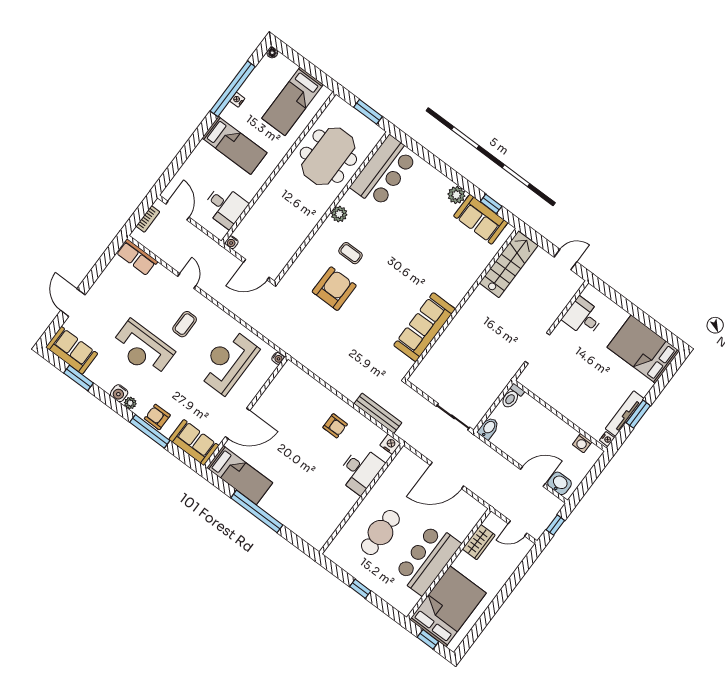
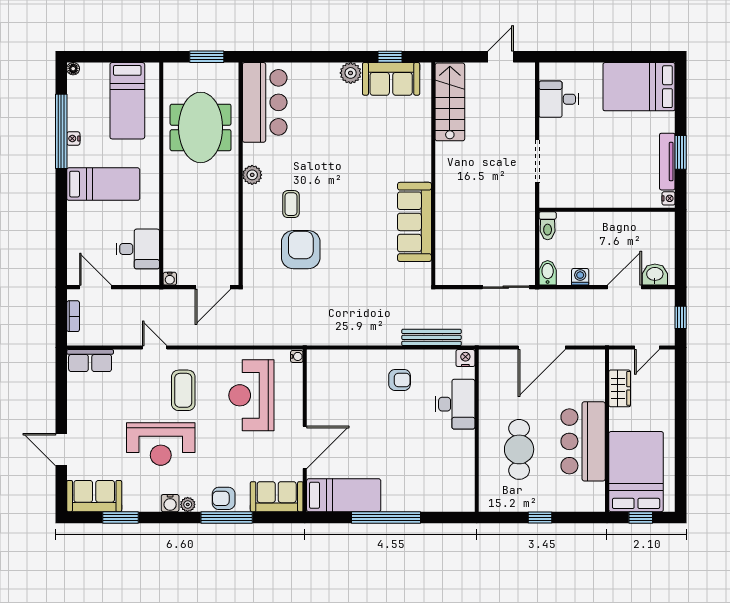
coffee table: (351, 253) -> (291, 204), turned 90
coffee table: (185, 324) -> (183, 390), width x1.36, depth x1.30
washing machine: (582, 443) -> (580, 277), moved, turned 180

